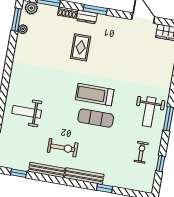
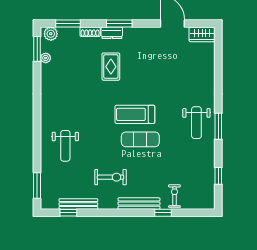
weight bench: (27, 112) -> (65, 146), turned -90
exercise bike: (141, 152) -> (174, 196), moved
bench: (47, 170) -> (78, 204), moved

